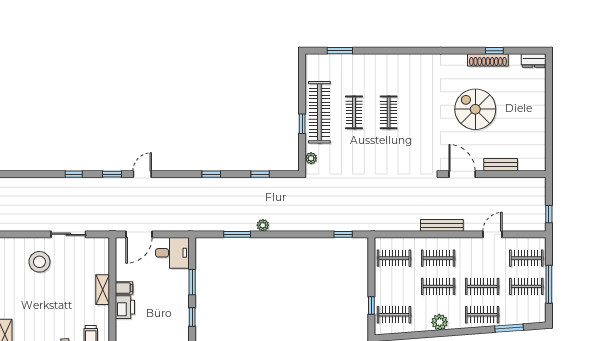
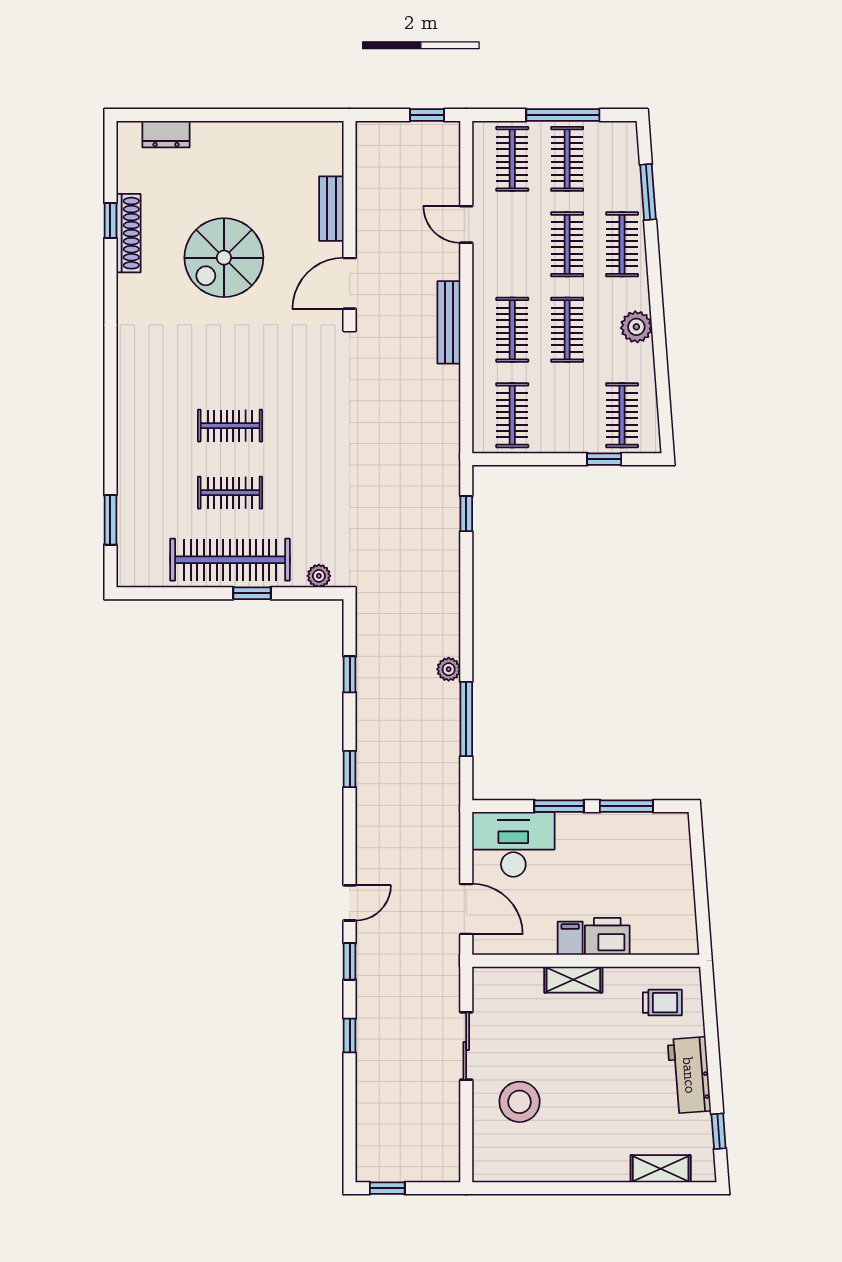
dresser: (534, 61) -> (166, 134), moved, turned 90
door: (142, 174) -> (350, 903), swing flipped
window: (237, 234) -> (466, 719), width x1.44
desk: (172, 253) -> (513, 844), width x1.37
window: (192, 317) -> (626, 806), width x1.50

